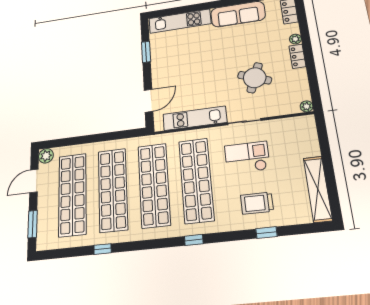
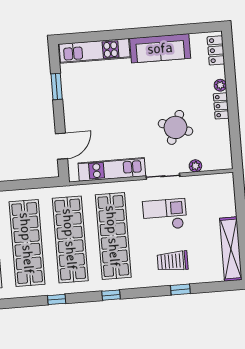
plant: (307, 106) -> (195, 166), moved
window: (103, 249) -> (57, 299), moved

